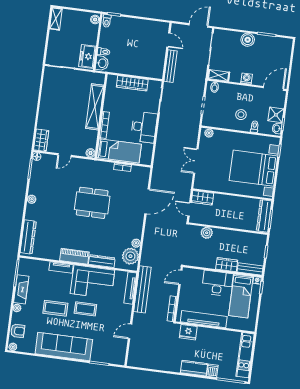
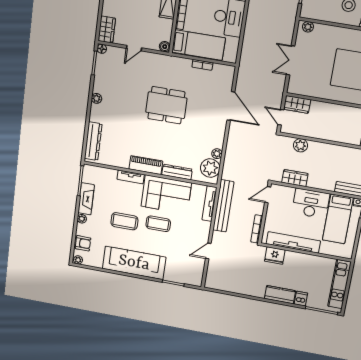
door: (147, 201) -> (231, 106), hinge flipped
wardrobe: (227, 265) -> (295, 178), moved

